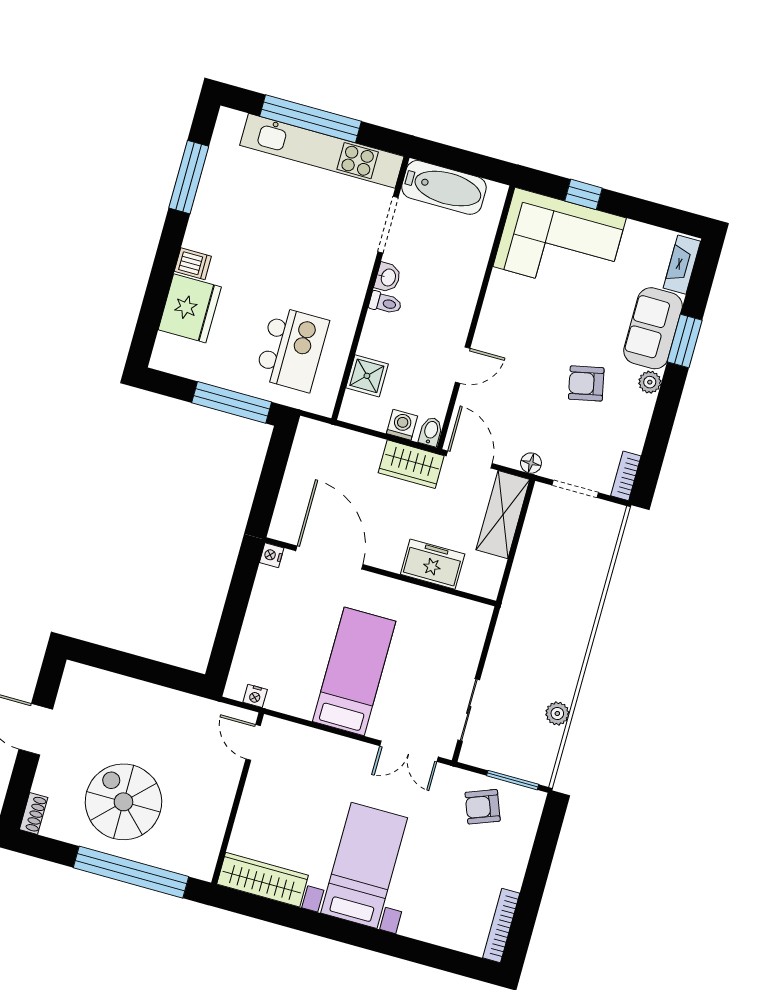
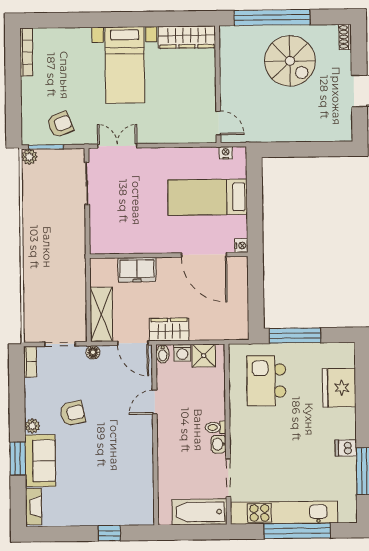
corner sofa: (560, 242) -> (116, 498), removed
dishwasher: (193, 264) -> (346, 448), moved
shower: (367, 376) -> (204, 356), moved
bed: (354, 671) -> (208, 197), moved, turned 90
plant: (557, 713) -> (29, 157), moved

